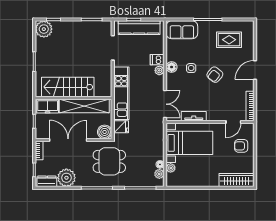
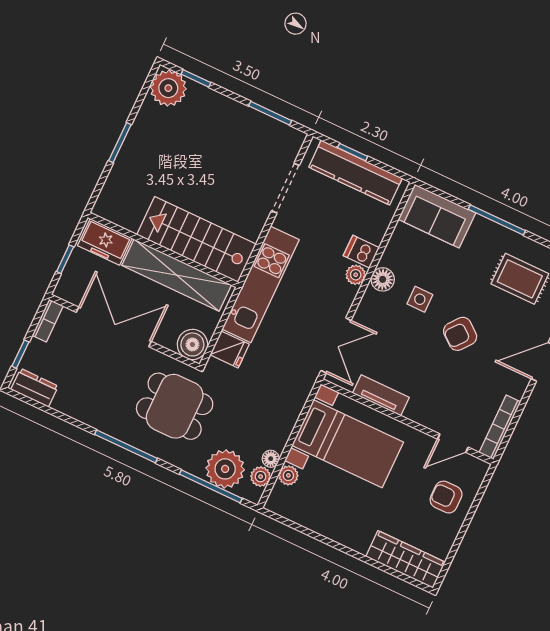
stairs: (68, 87) -> (196, 239), moved
plant: (66, 178) -> (225, 469), moved

